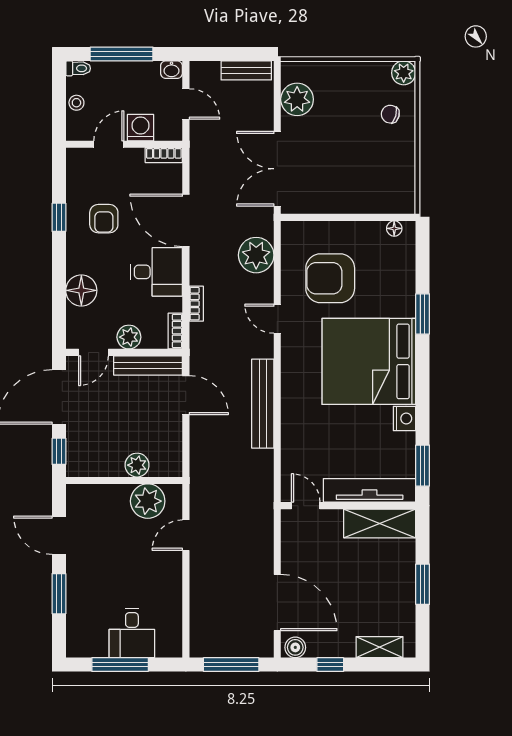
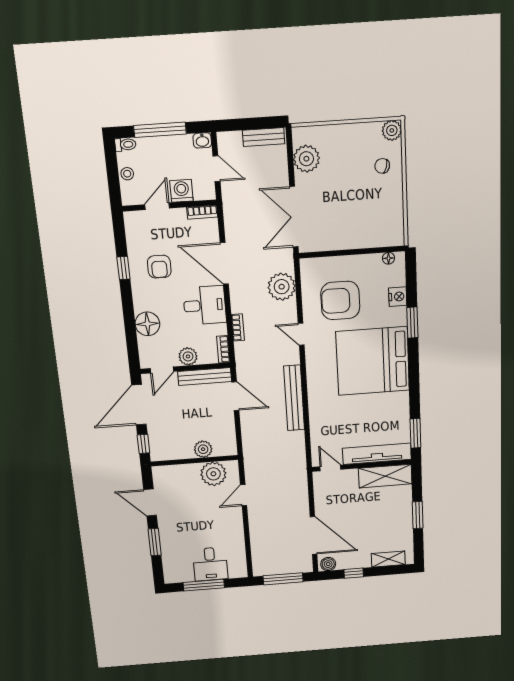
nightstand: (404, 418) -> (398, 297), moved

